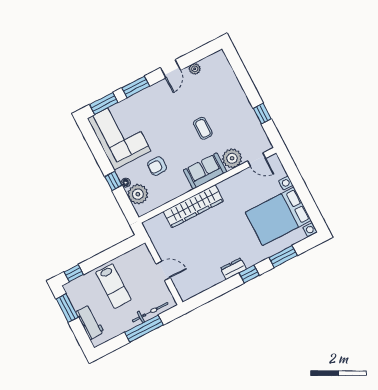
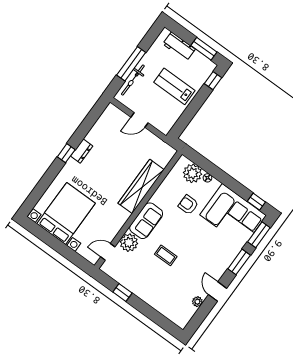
armchair: (157, 166) -> (188, 205), turned -90
window: (113, 181) -> (256, 202), moved
window: (283, 256) -> (45, 182), removed

